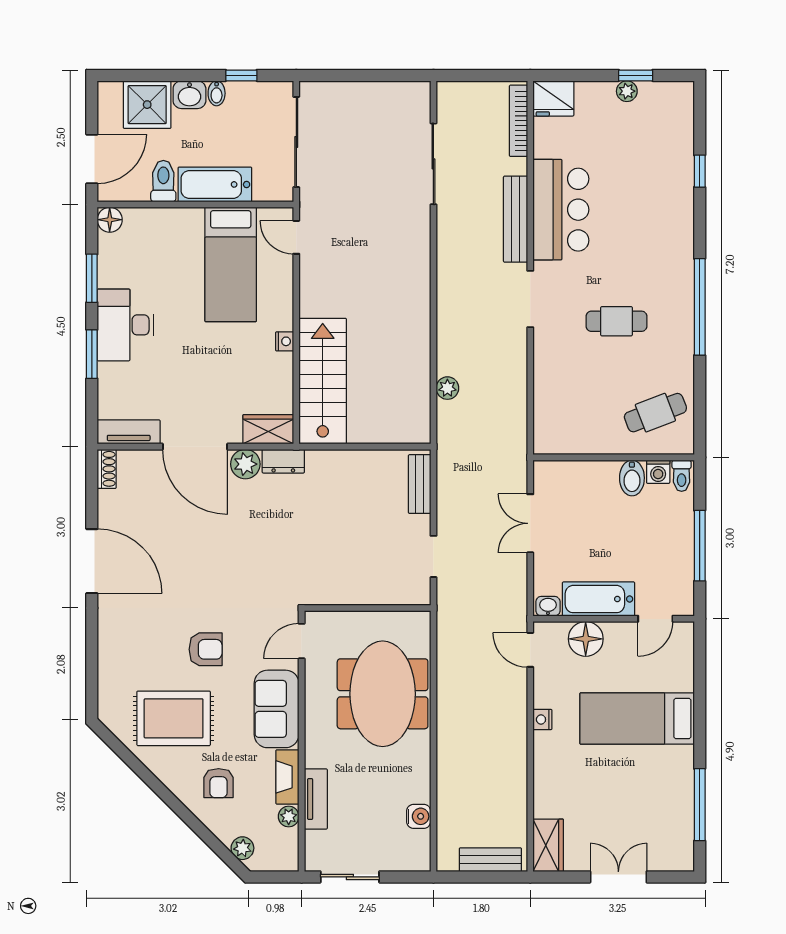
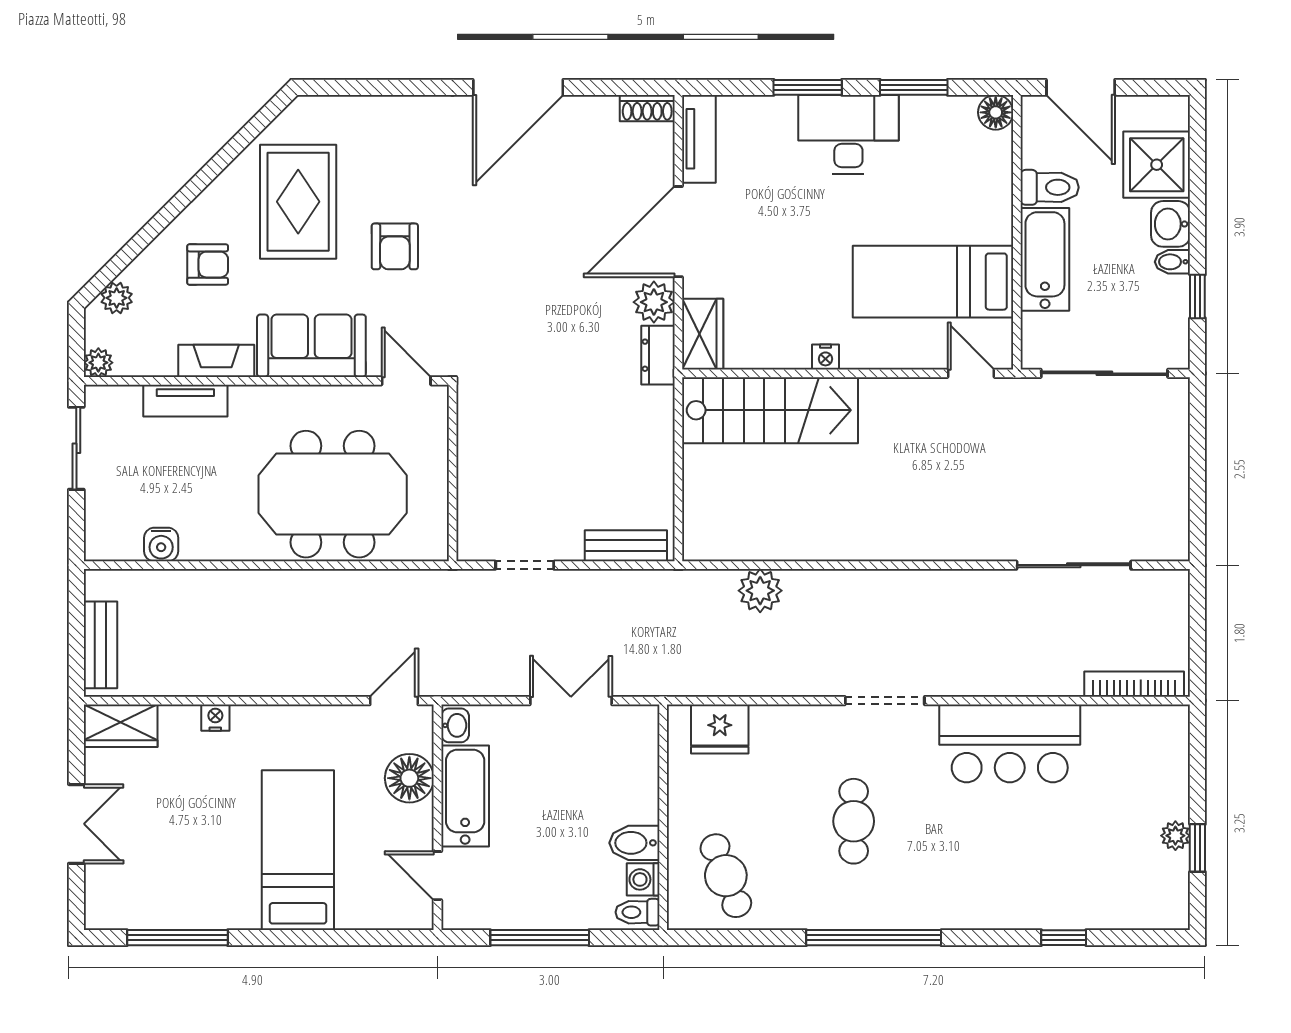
fridge: (553, 98) -> (720, 729), moved, turned -90
bench: (516, 219) -> (996, 680), removed
door: (296, 237) -> (971, 373), hinge flipped
plant: (447, 388) -> (760, 591), width x1.38, depth x1.38
nightstand: (542, 719) -> (215, 718), moved
armchair: (219, 783) -> (208, 265), turned 180
plant: (289, 817) -> (98, 363), moved

